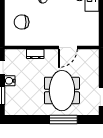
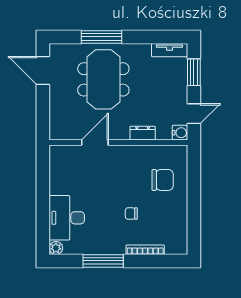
water cooler: (10, 81) -> (180, 133), moved
tv unit: (17, 111) -> (170, 50), added

